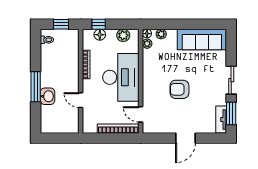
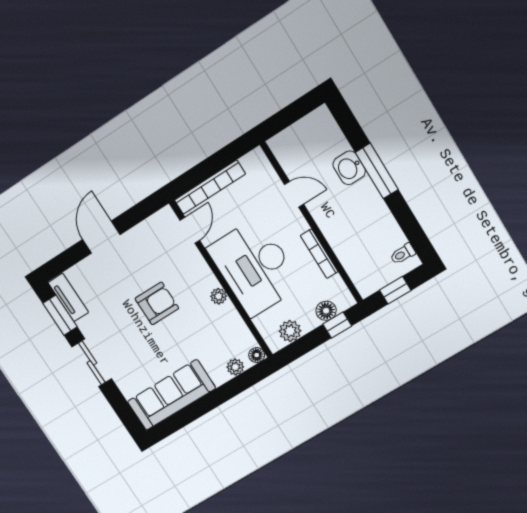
plant: (147, 44) -> (219, 296), moved
door: (141, 114) -> (190, 230), hinge flipped

